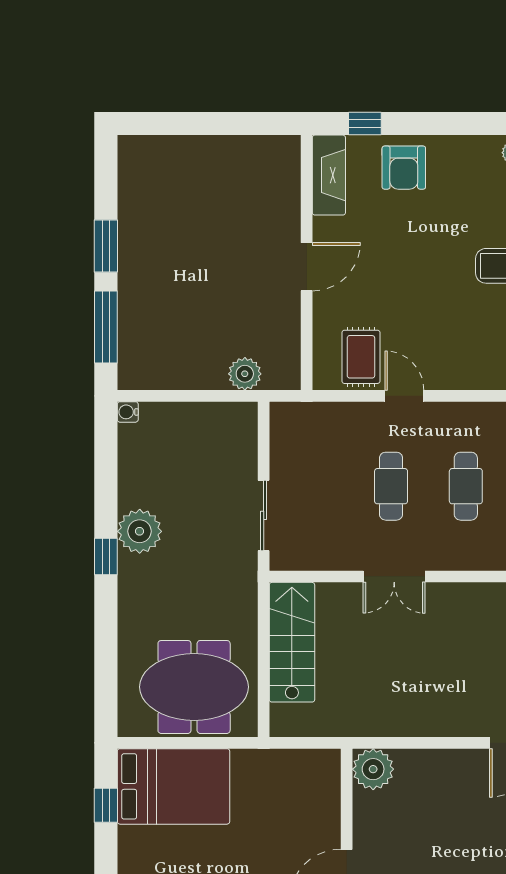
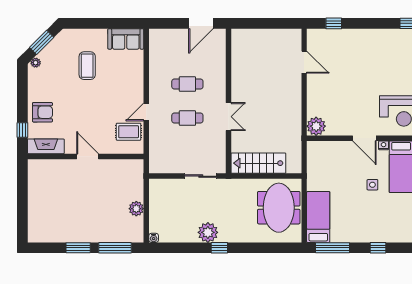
plant: (245, 374) -> (136, 209), moved
bed: (173, 786) -> (318, 217), width x0.67
window: (106, 805) -> (333, 248), width x2.17

